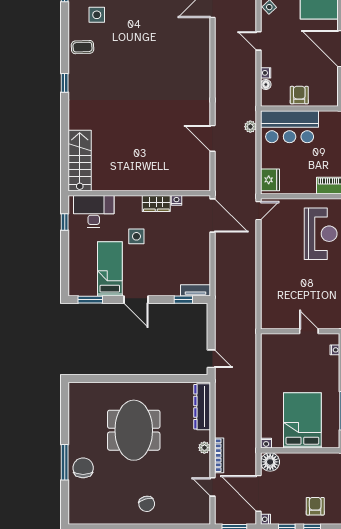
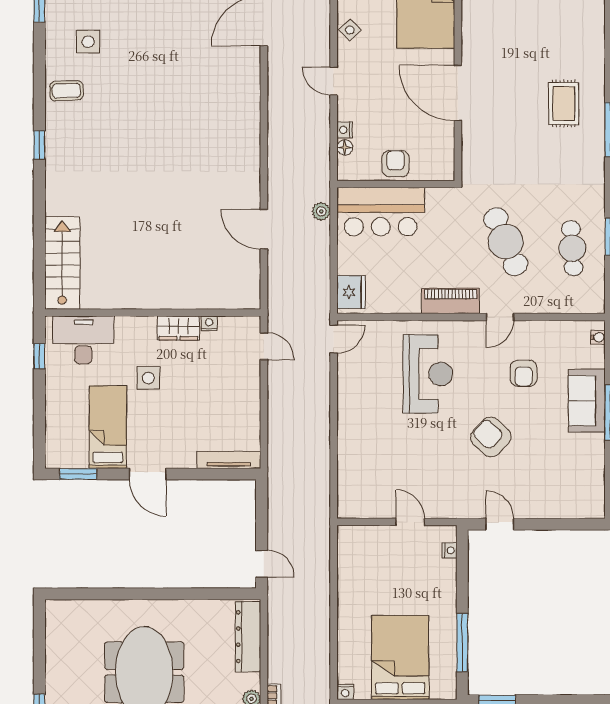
door: (213, 215) -> (264, 346), width x0.53
tv unit: (196, 290) -> (229, 460), width x1.41
window: (183, 300) -> (220, 474), removed

